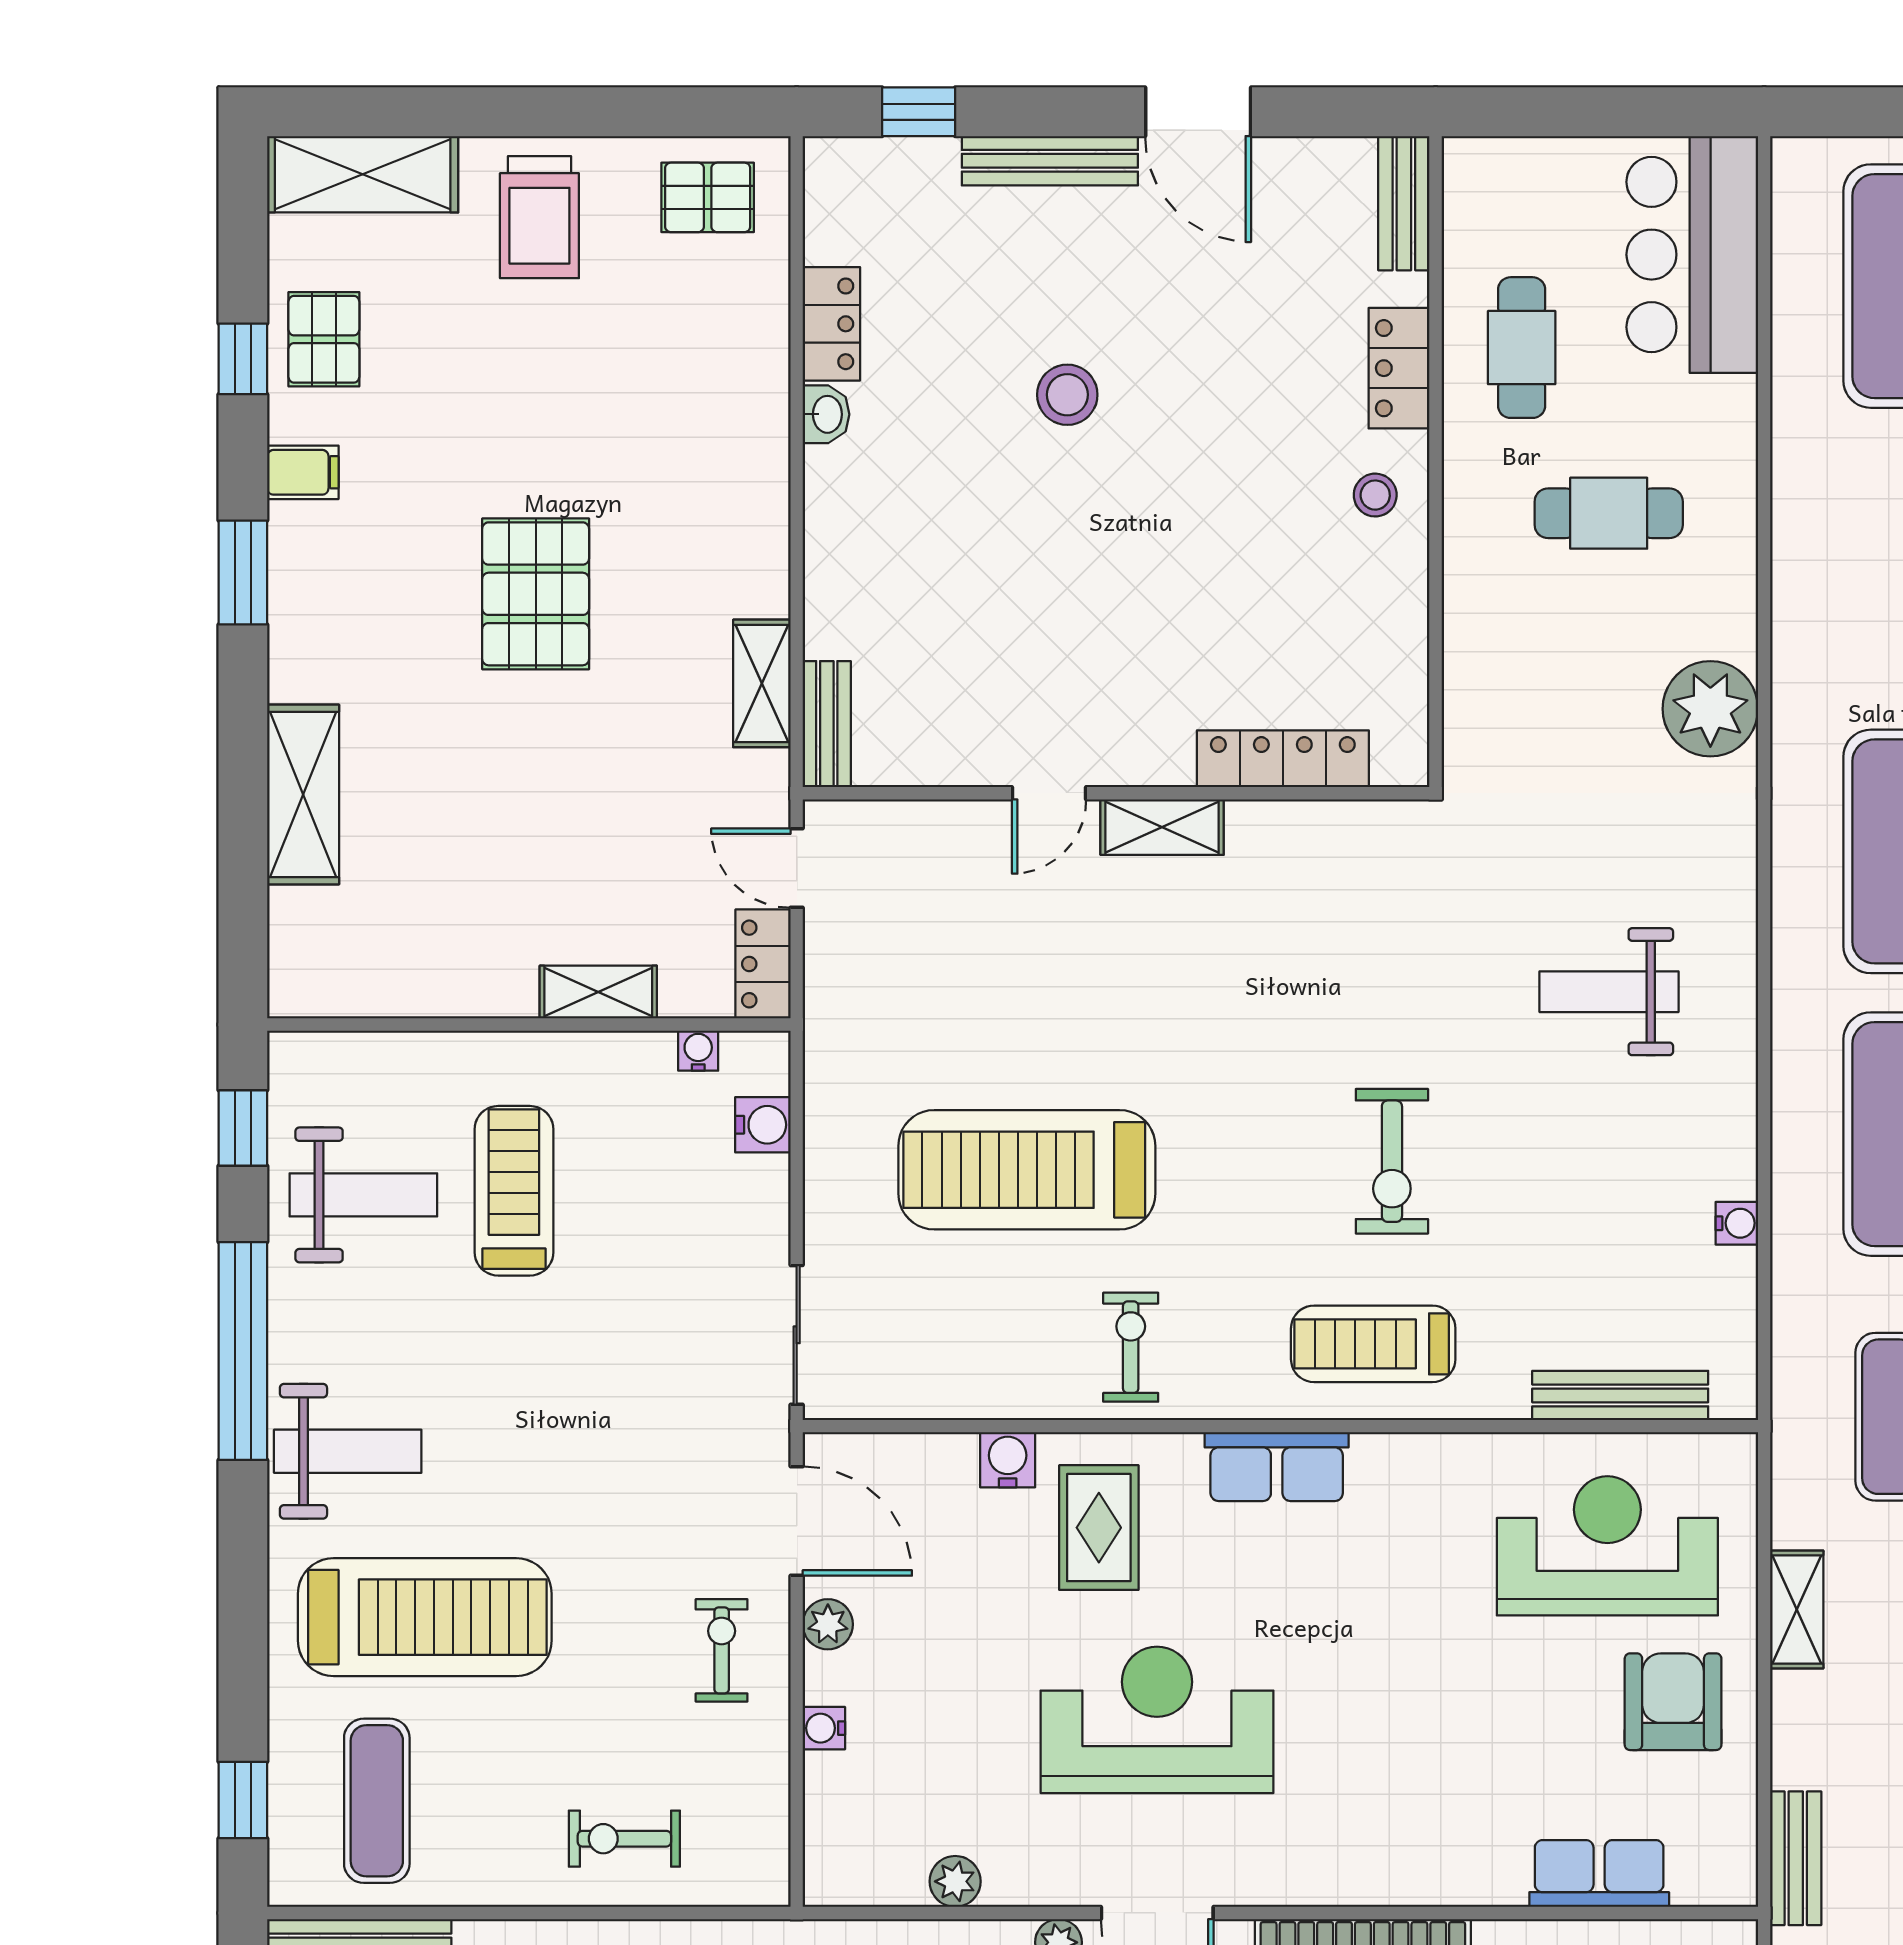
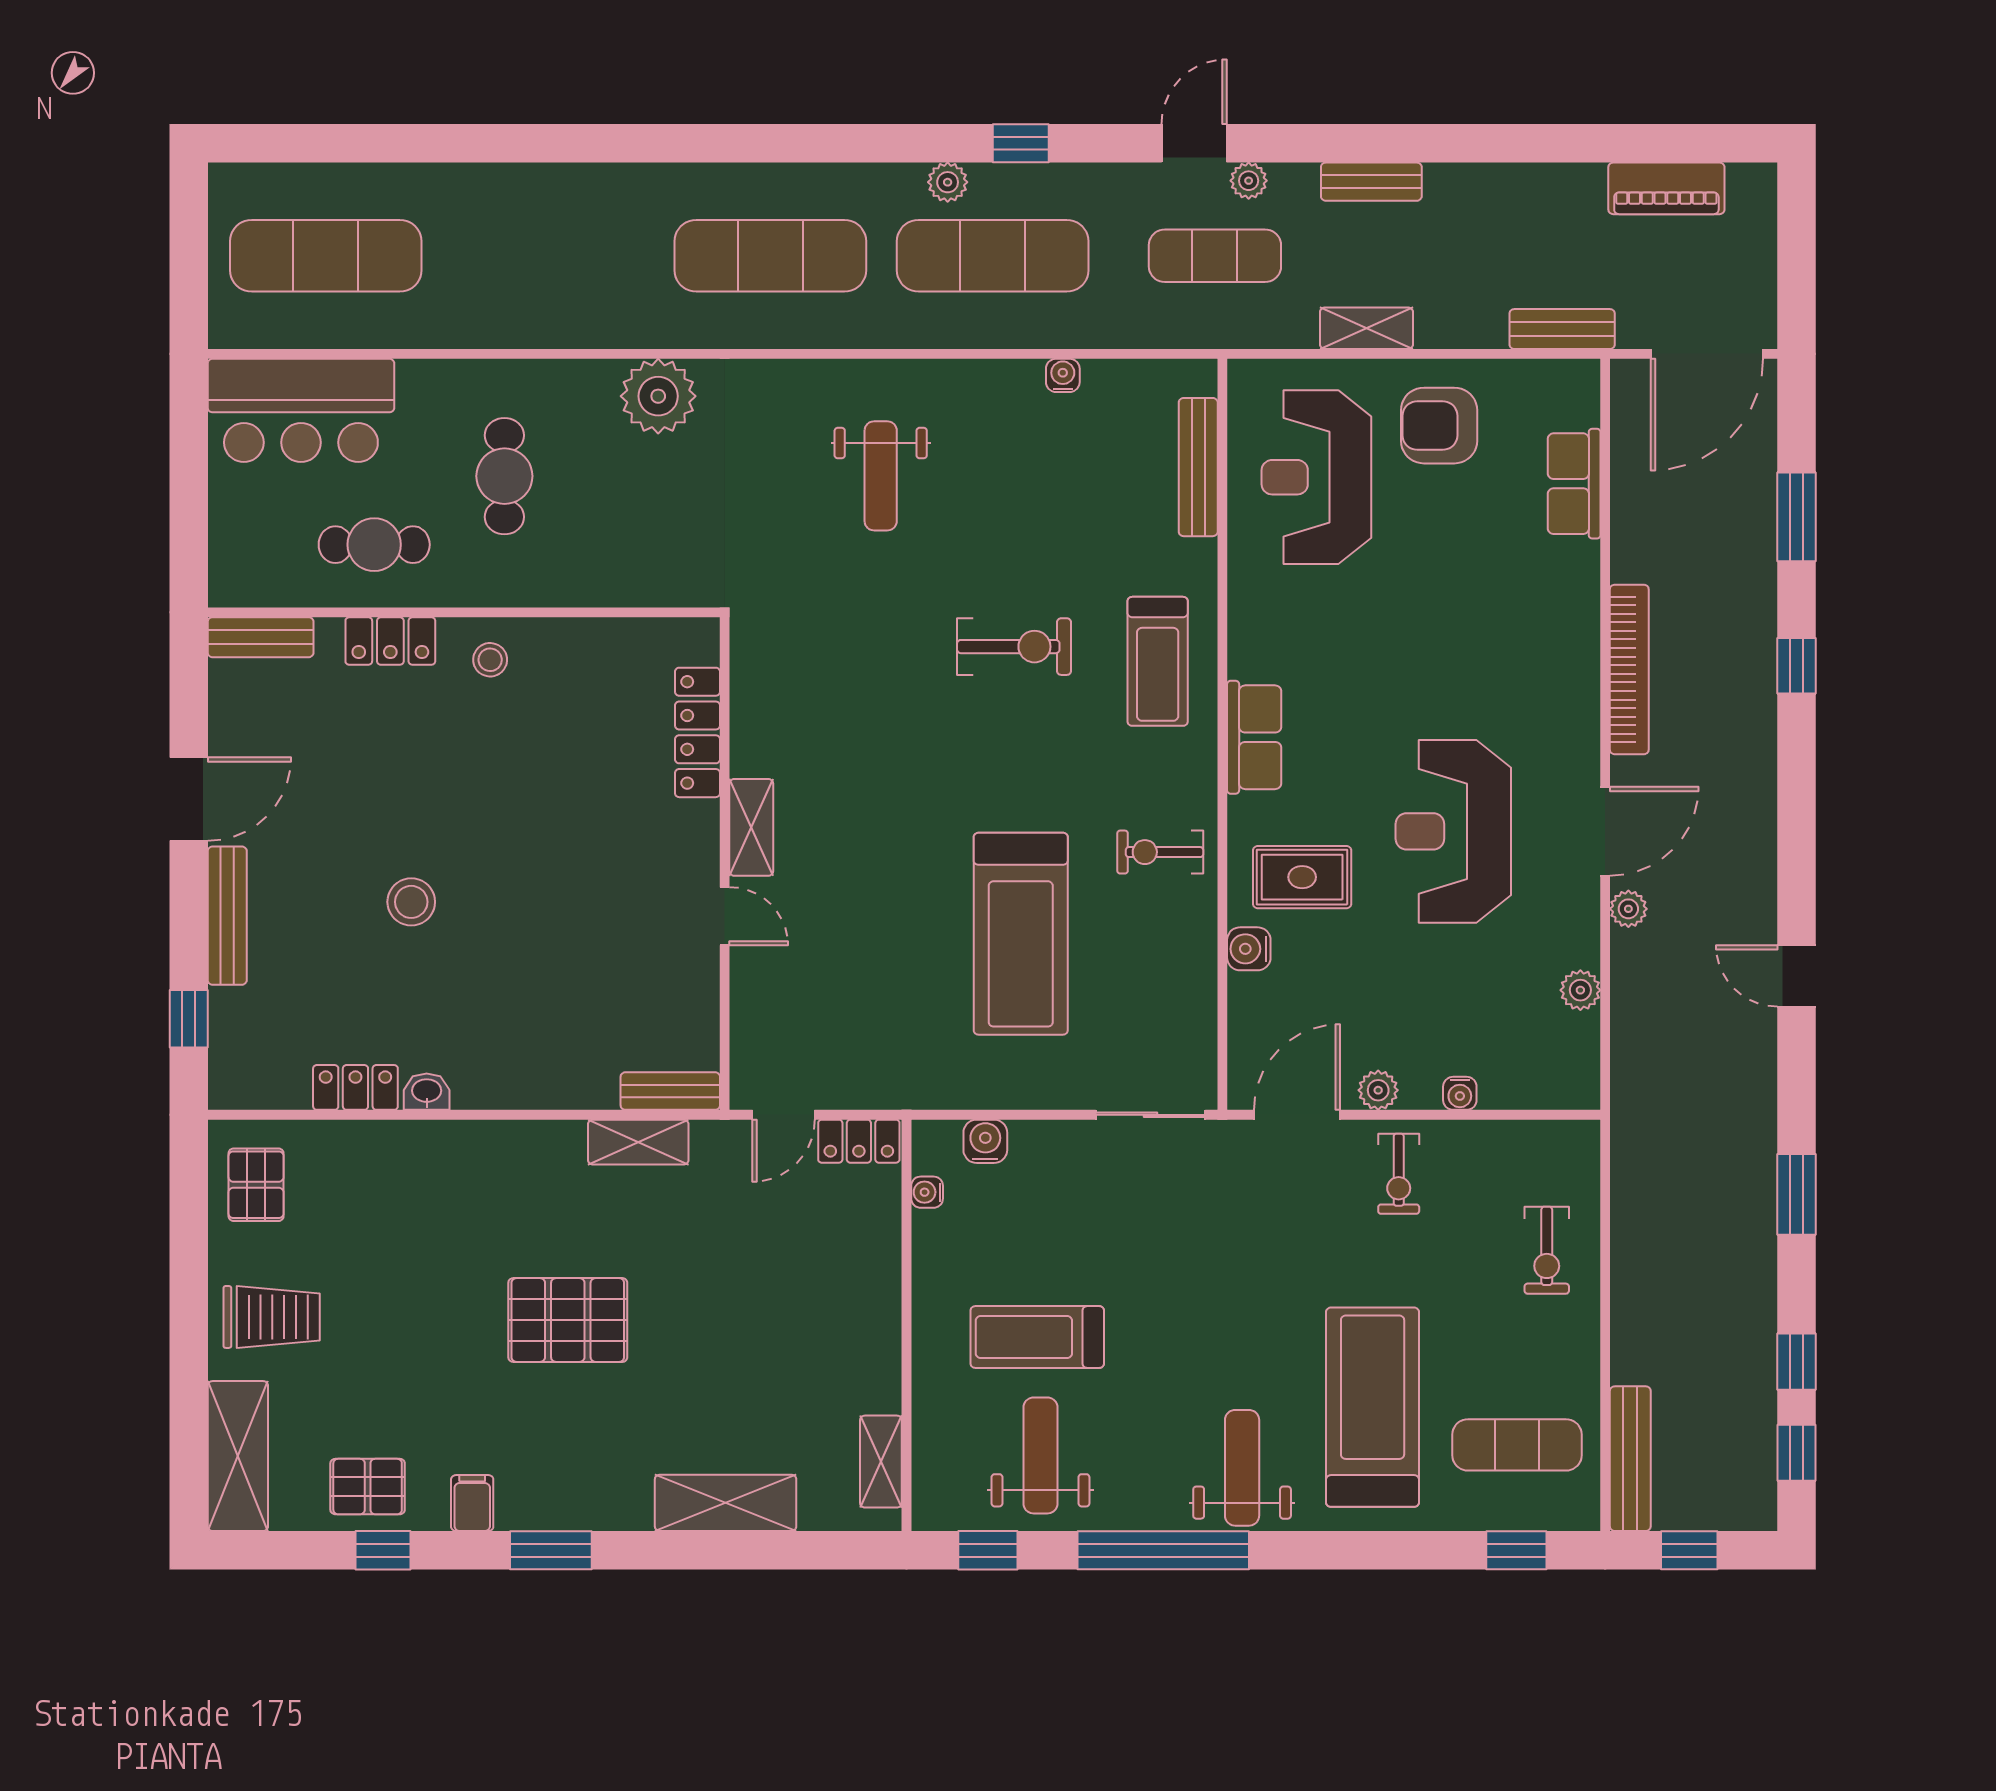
shelving: (598, 992) -> (881, 1462), moved
exercise bike: (722, 1650) -> (1399, 1174), turned -90

